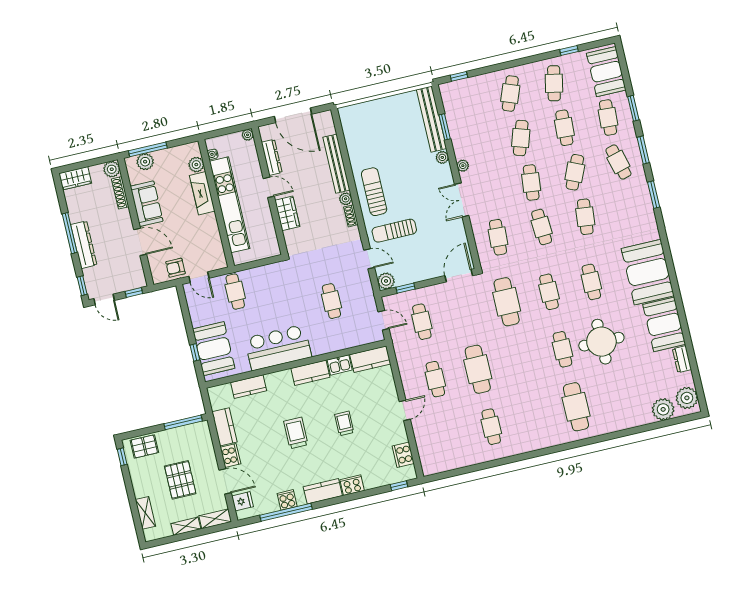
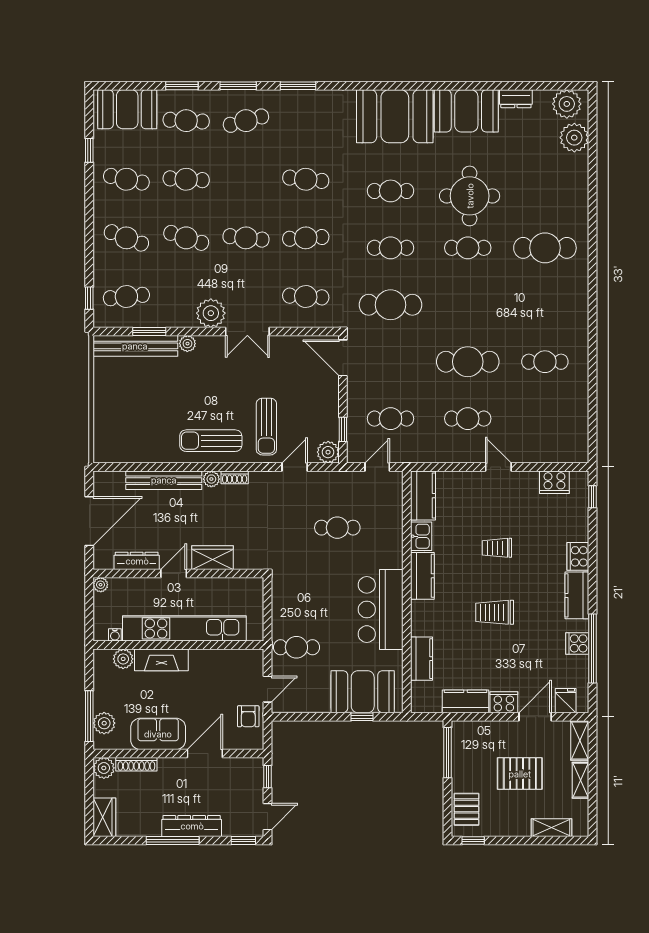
plant: (463, 166) -> (211, 313), width x1.88, depth x1.88
cafe table: (575, 172) -> (126, 297), moved, turned -30

